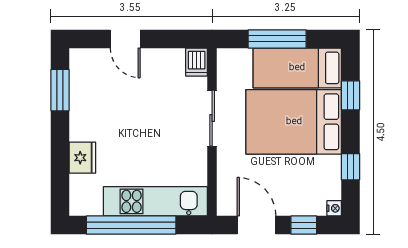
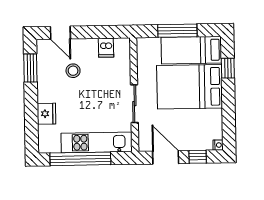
door: (125, 39) -> (60, 33), moved
dishwasher: (197, 62) -> (106, 48), moved
stool: (123, 95) -> (73, 71), added
sliding door: (212, 118) -> (134, 104), moved
window: (350, 167) -> (229, 117), removed

